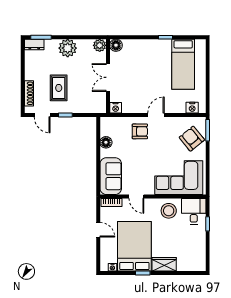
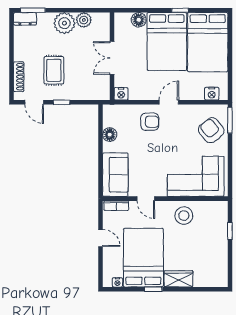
plant: (100, 45) -> (84, 20), moved
floor lamp: (116, 45) -> (139, 20), moved
bed: (154, 64) -> (167, 42), added
bed: (183, 64) -> (208, 42), width x1.50
desk: (194, 211) -> (214, 216), removed

